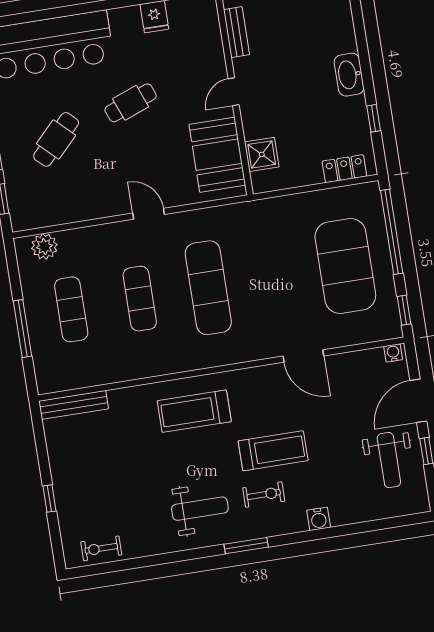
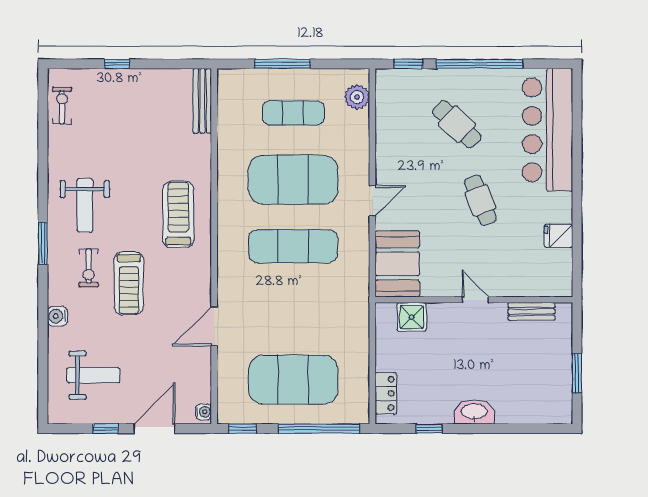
booth: (217, 155) -> (397, 264), moved, turned 90
exercise mat: (140, 299) -> (293, 180), width x2.00, depth x1.45
door: (418, 401) -> (154, 429), hinge flipped
weight bench: (389, 460) -> (93, 375), moved, turned 180

